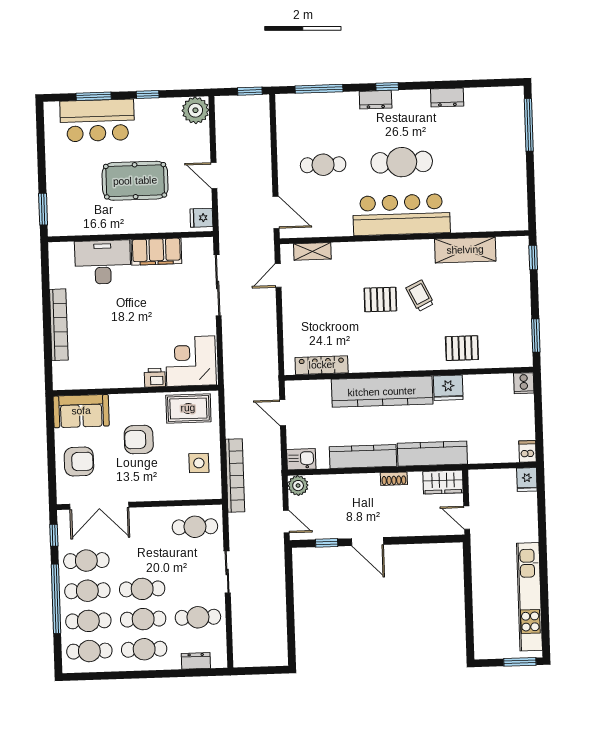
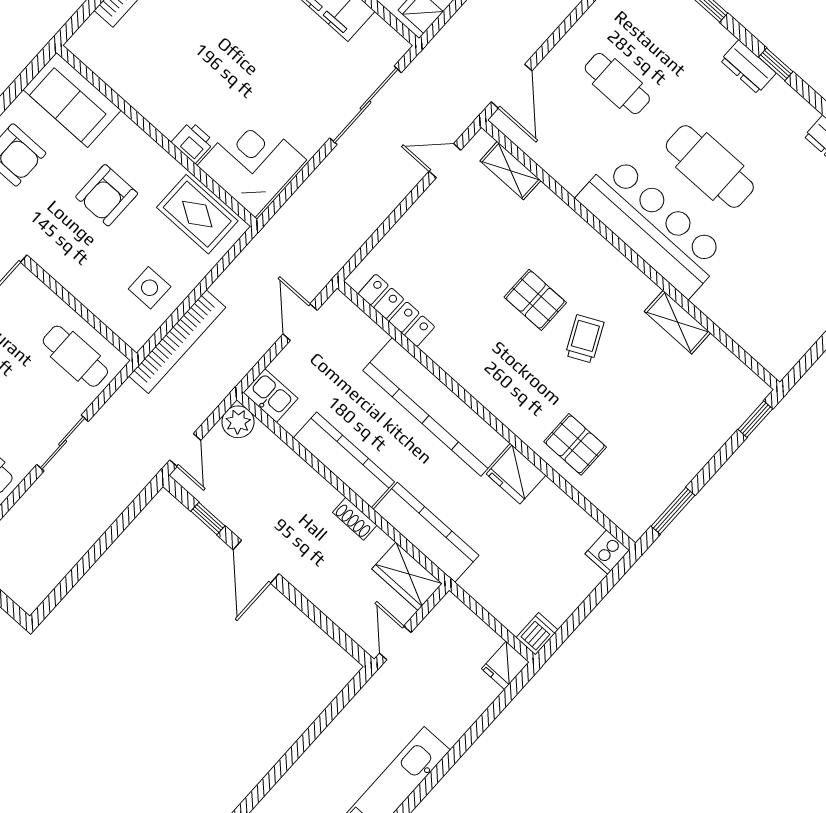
shelving: (465, 250) -> (678, 322), width x0.67, depth x0.75
armchair: (139, 440) -> (107, 195), turned -90

